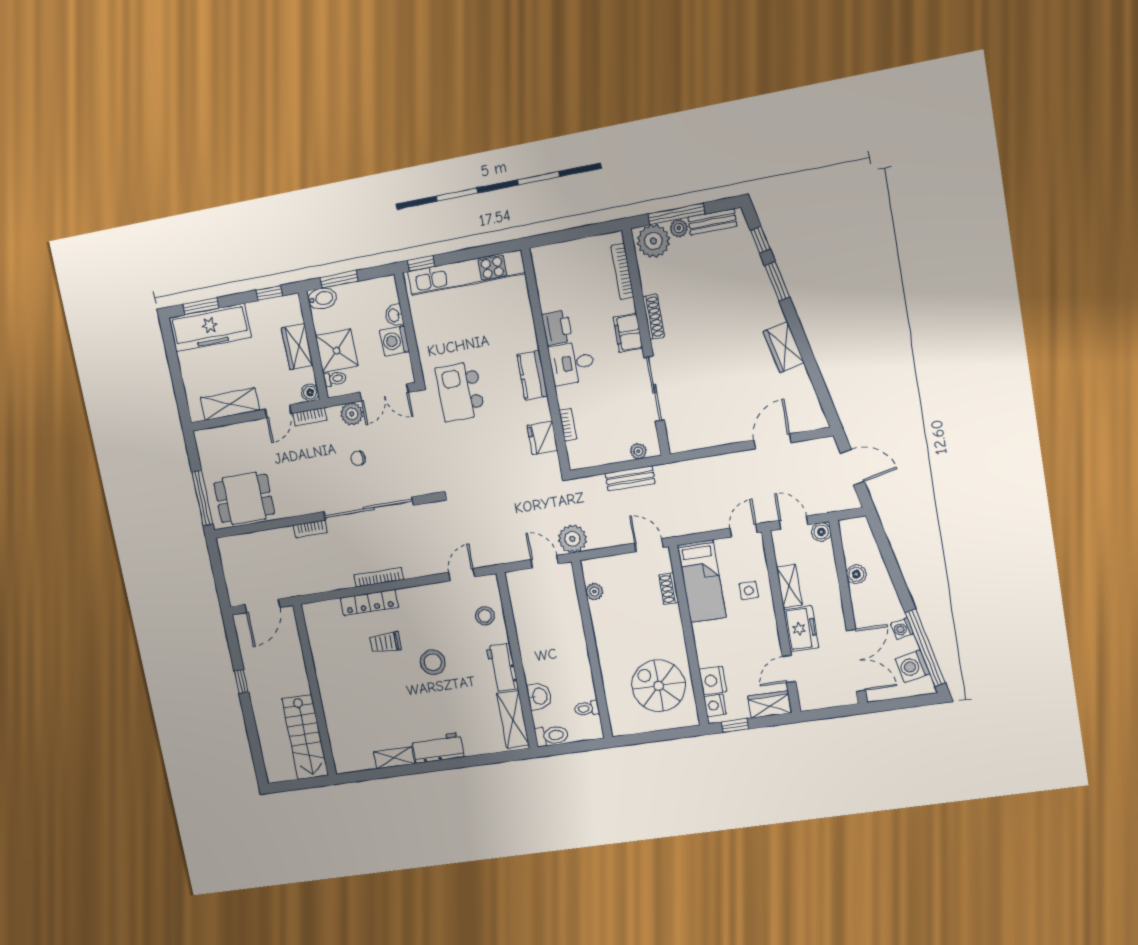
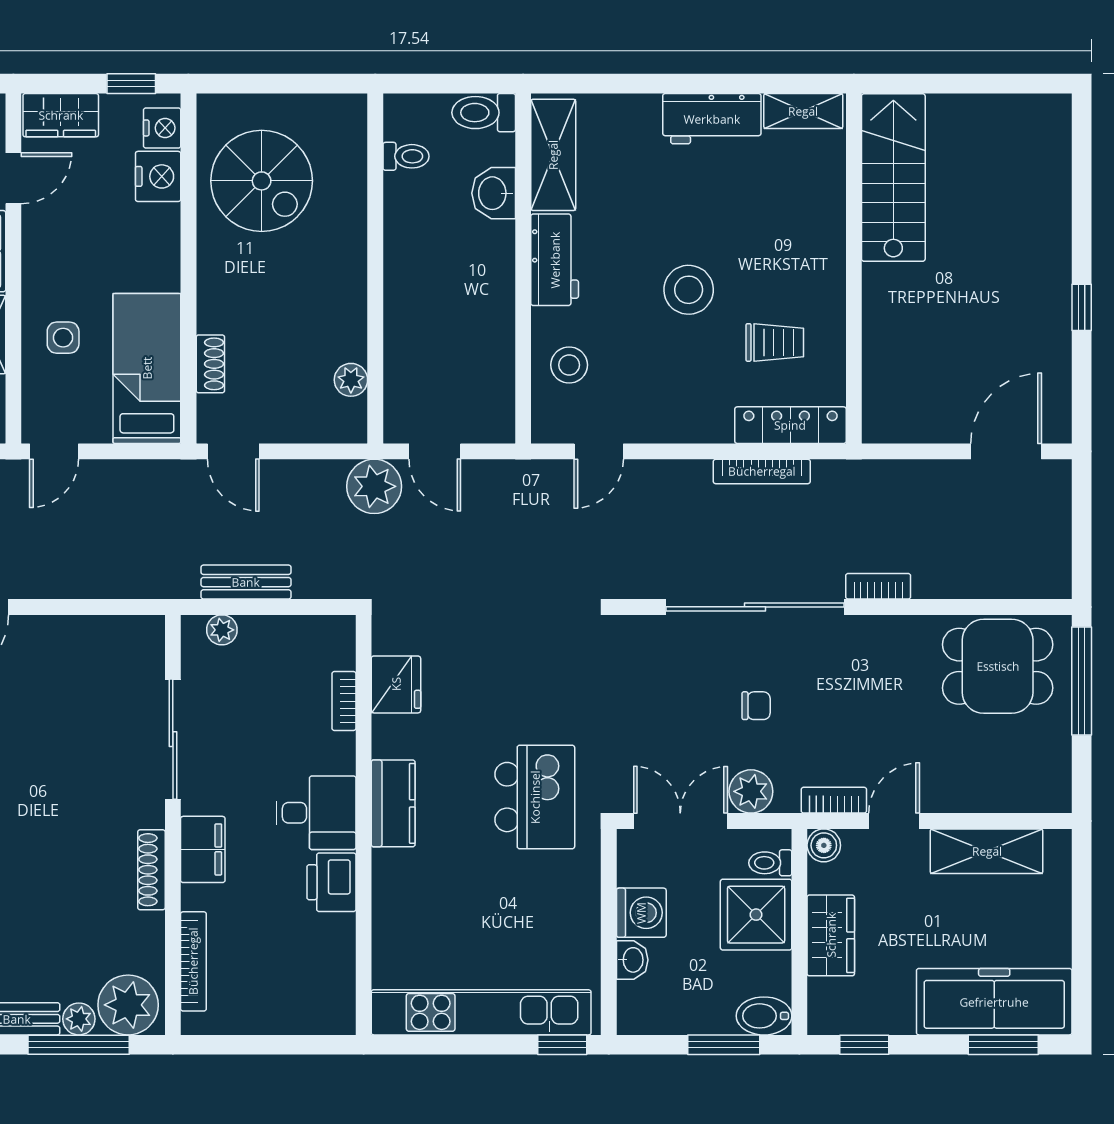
wall: (315, 690) -> (854, 268), moved
stairs: (305, 737) -> (893, 178), moved

